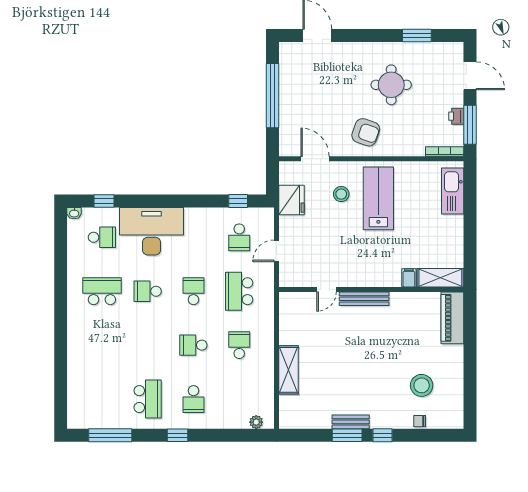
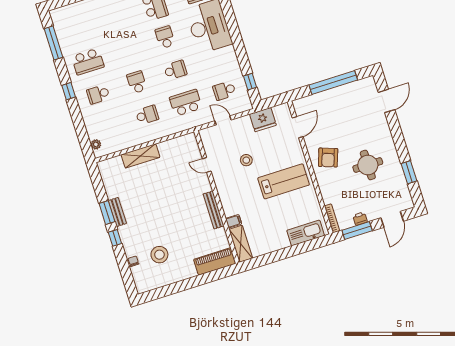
stool: (341, 194) -> (246, 160), moved
bench: (364, 299) -> (214, 210), moved

